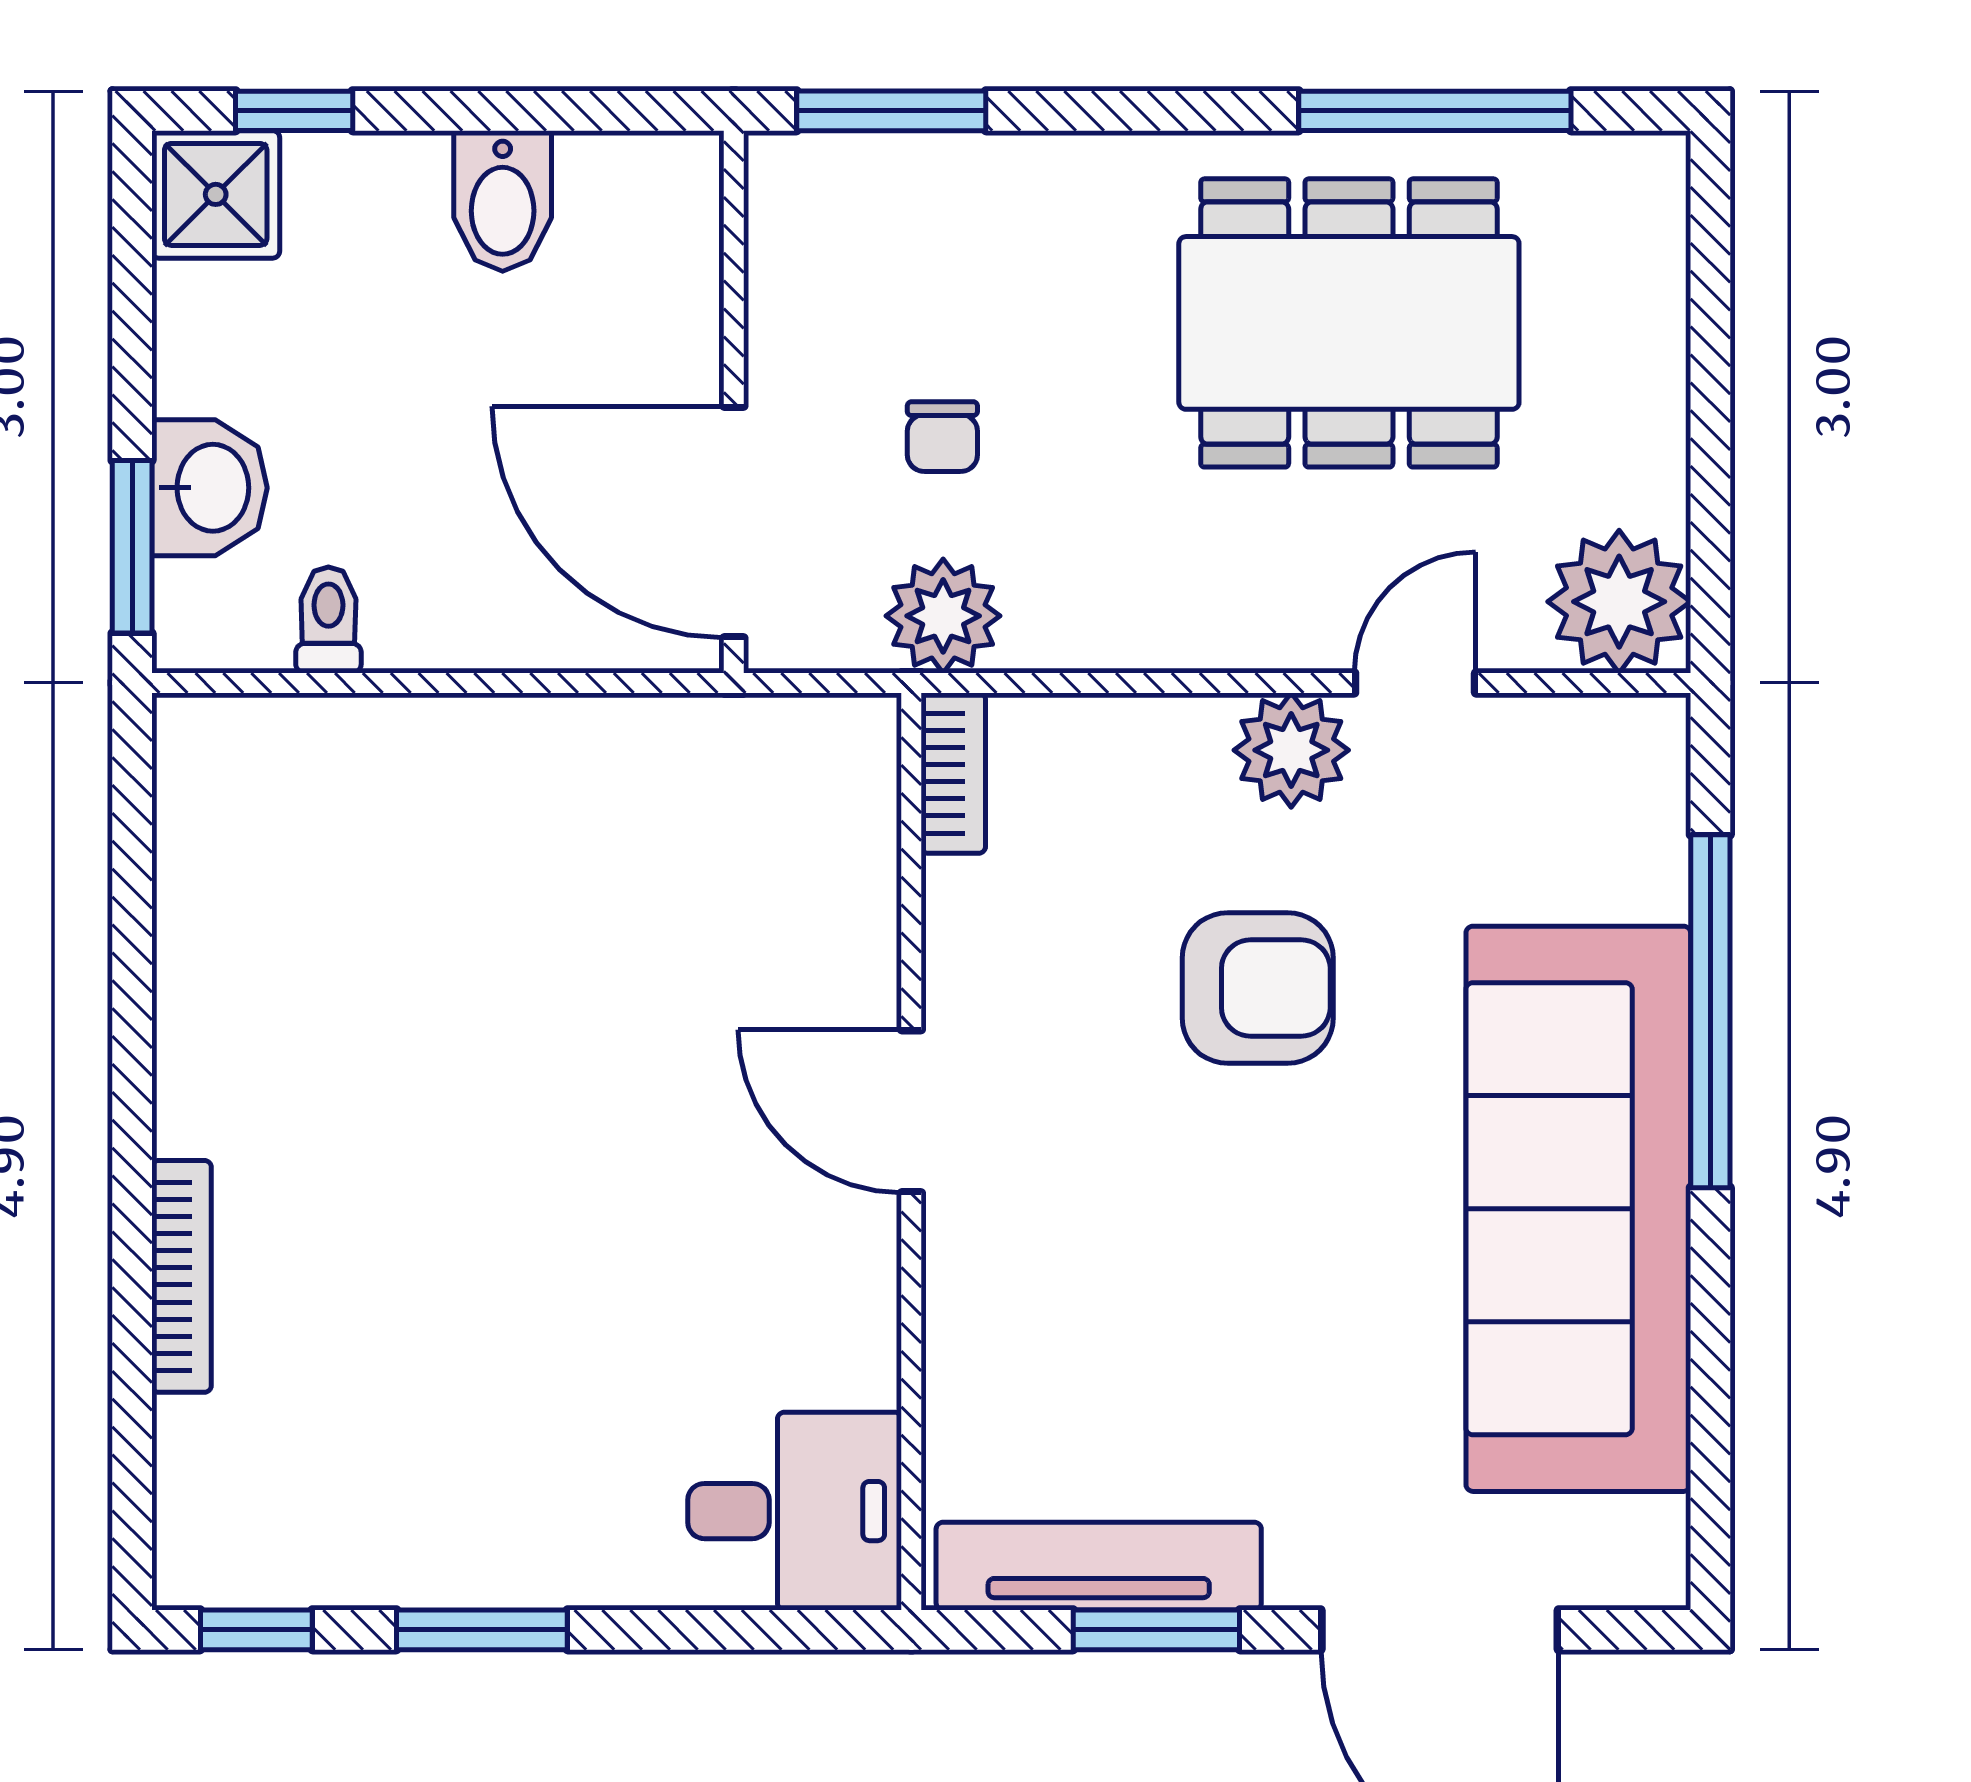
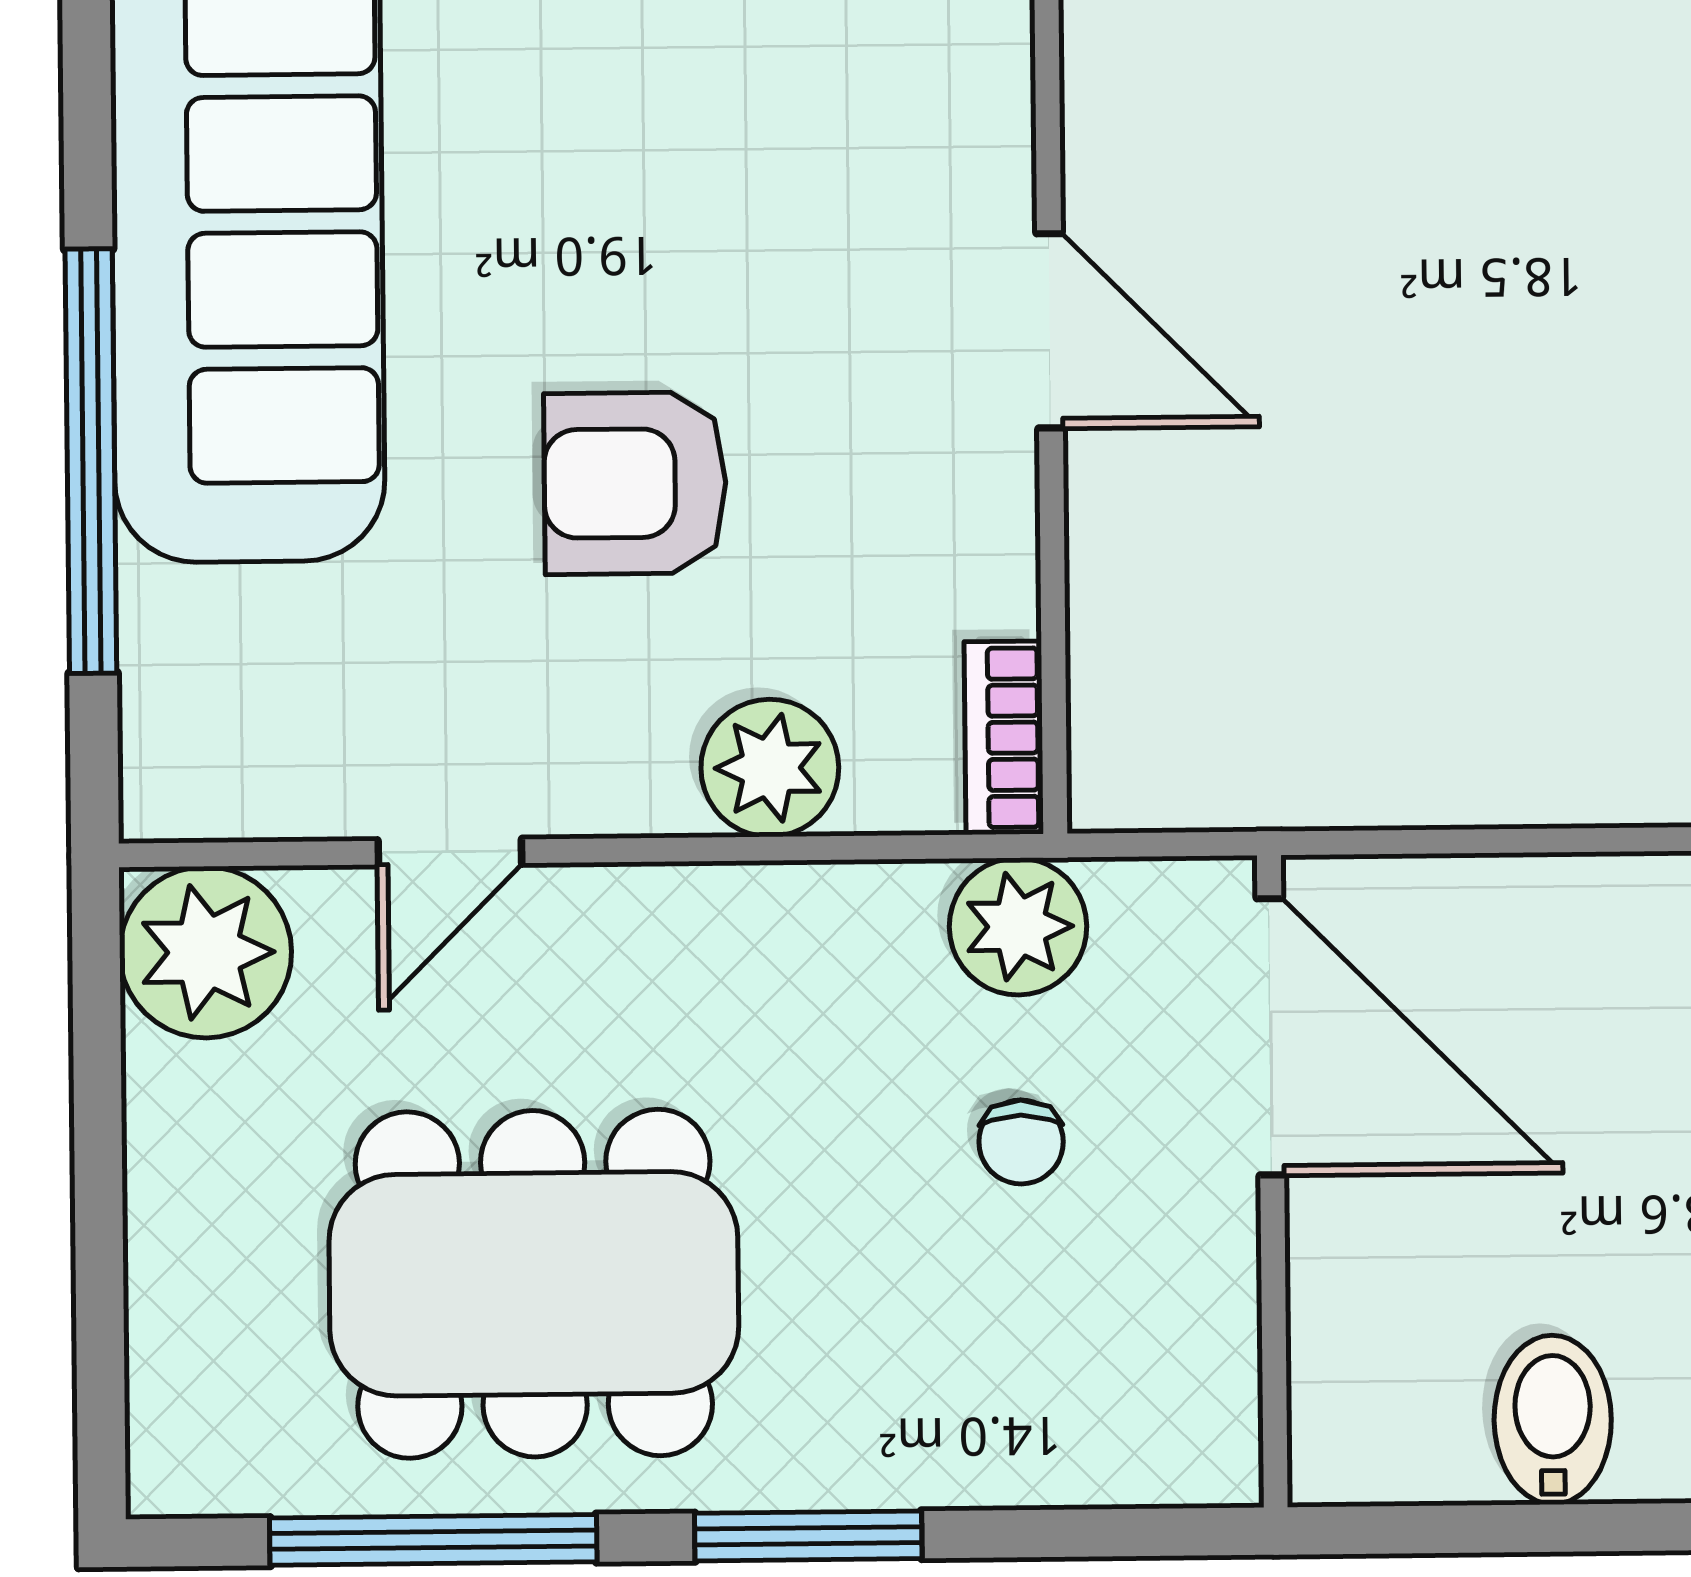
window: (891, 111) -> (808, 1536), moved
chair: (942, 437) -> (1021, 1142), turned 180
plant: (1291, 750) -> (770, 768), moved

